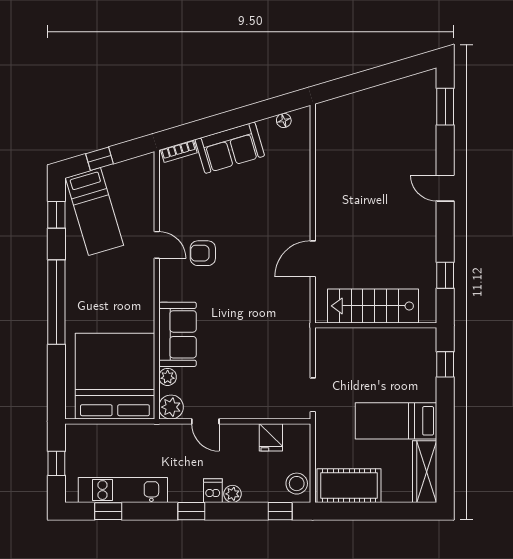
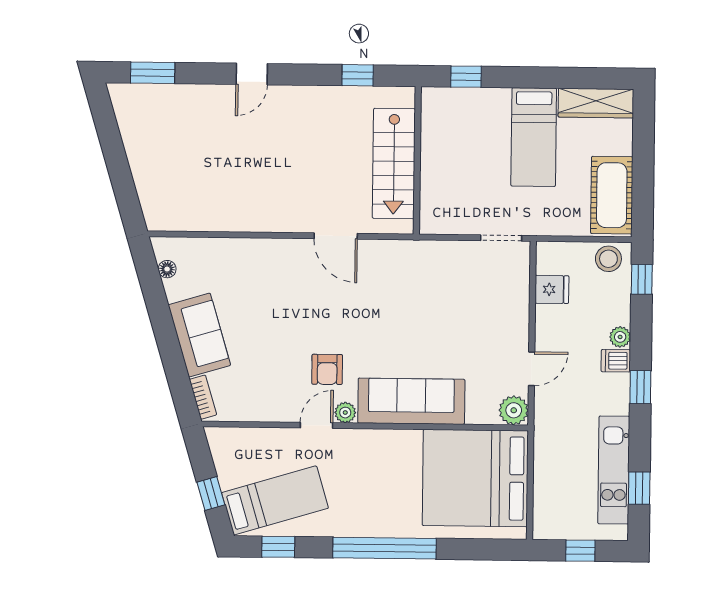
sofa: (177, 334) -> (411, 401), width x1.36
plant: (168, 377) -> (345, 413), moved

